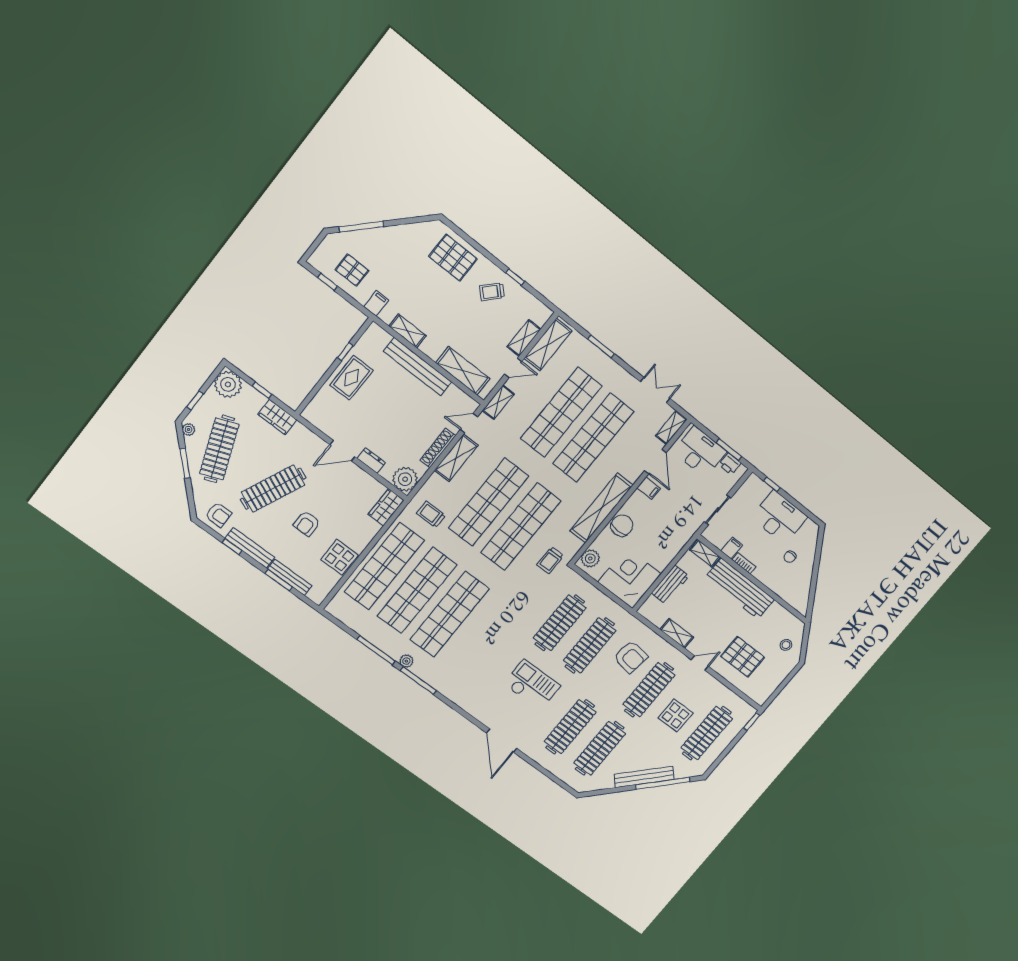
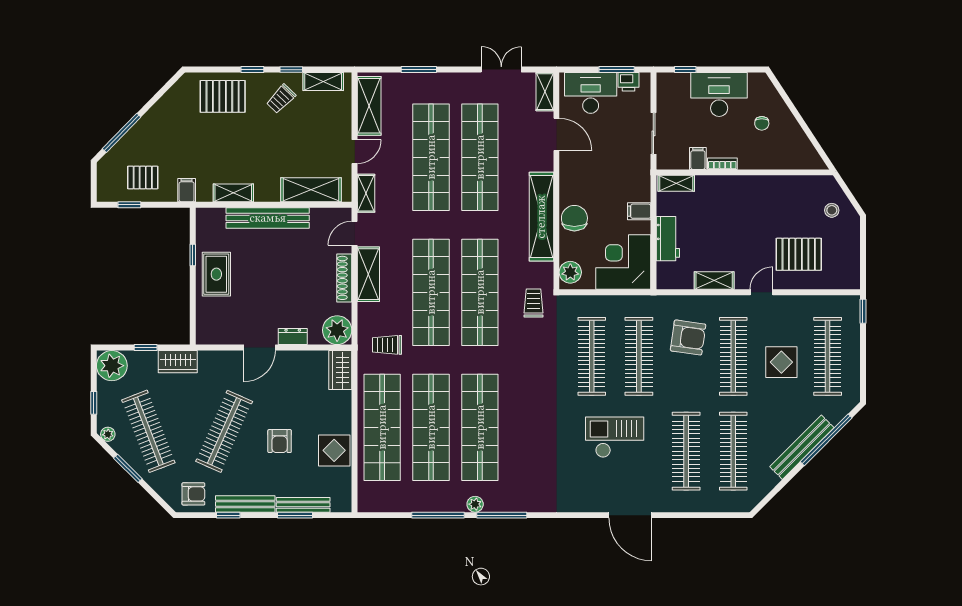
window: (488, 255) -> (252, 70), added
shelving: (524, 338) -> (323, 81), moved, turned 90
filing cabinet: (649, 488) -> (639, 211), moved, turned 180
trolley: (550, 560) -> (534, 303), turned 180
workbench: (740, 589) -> (739, 191), removed

